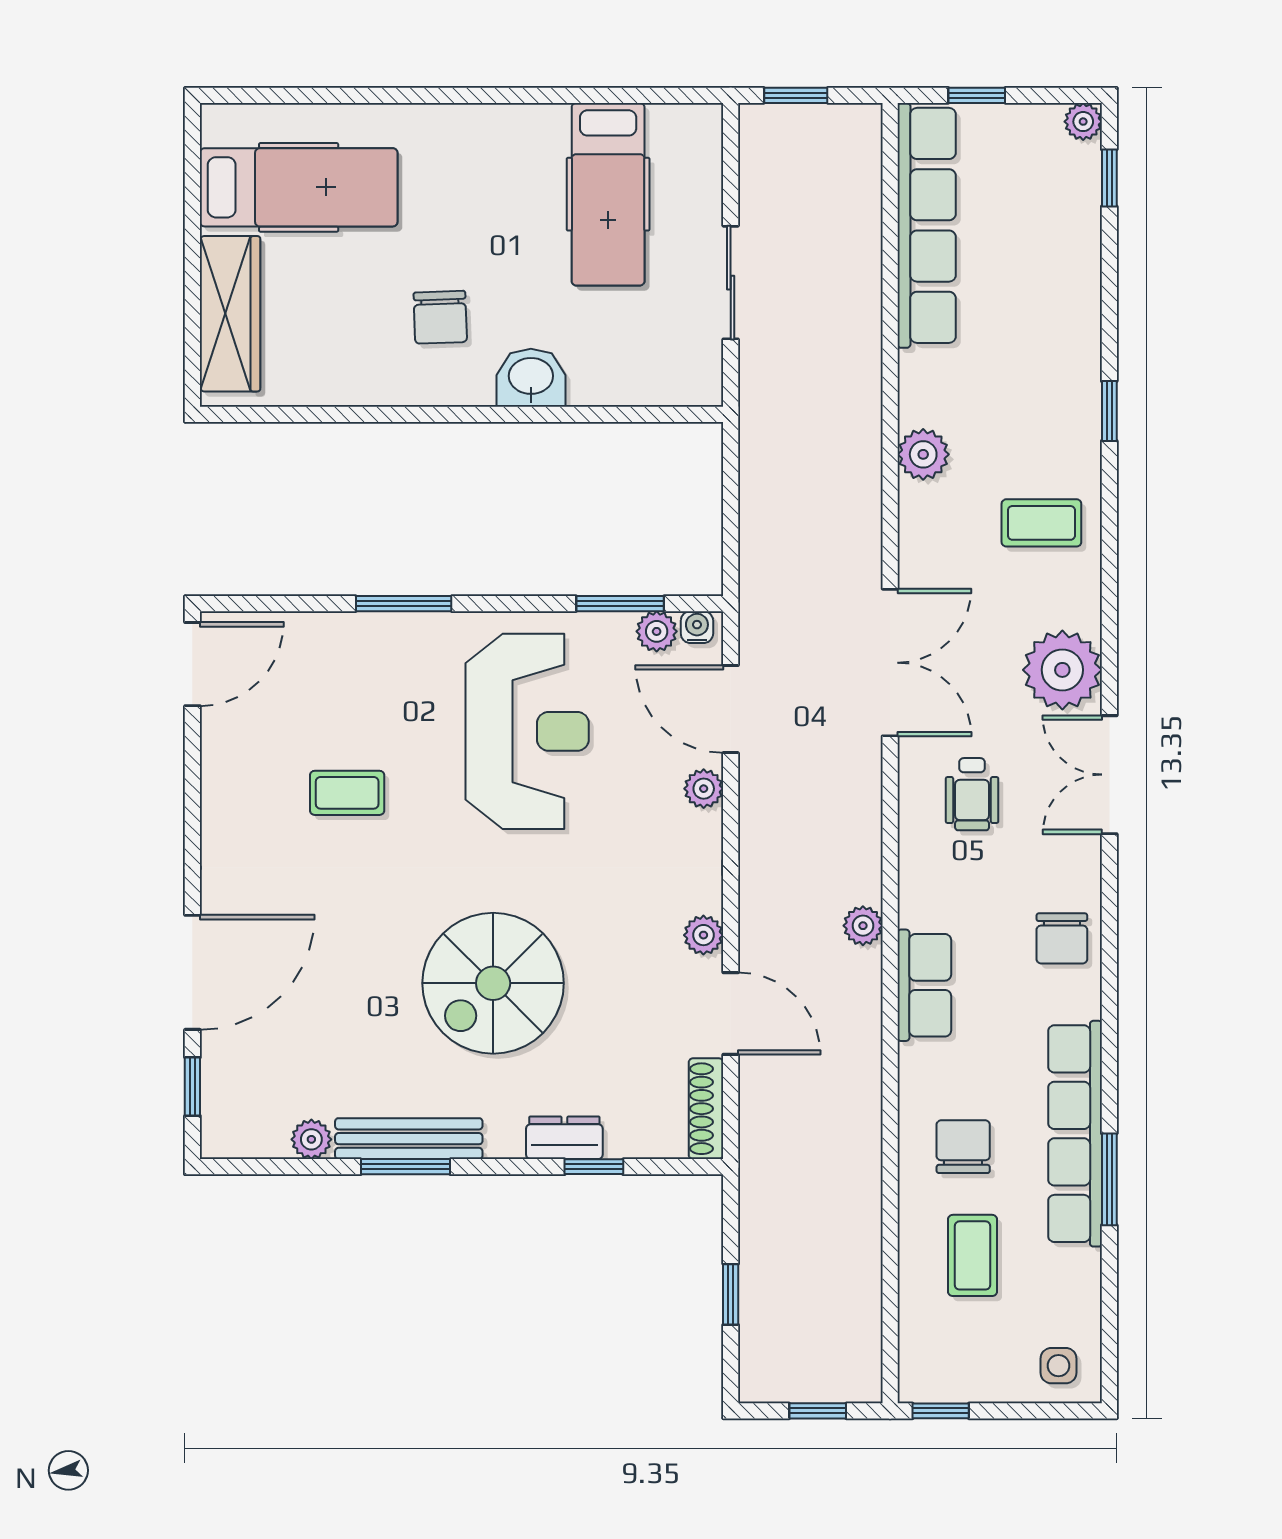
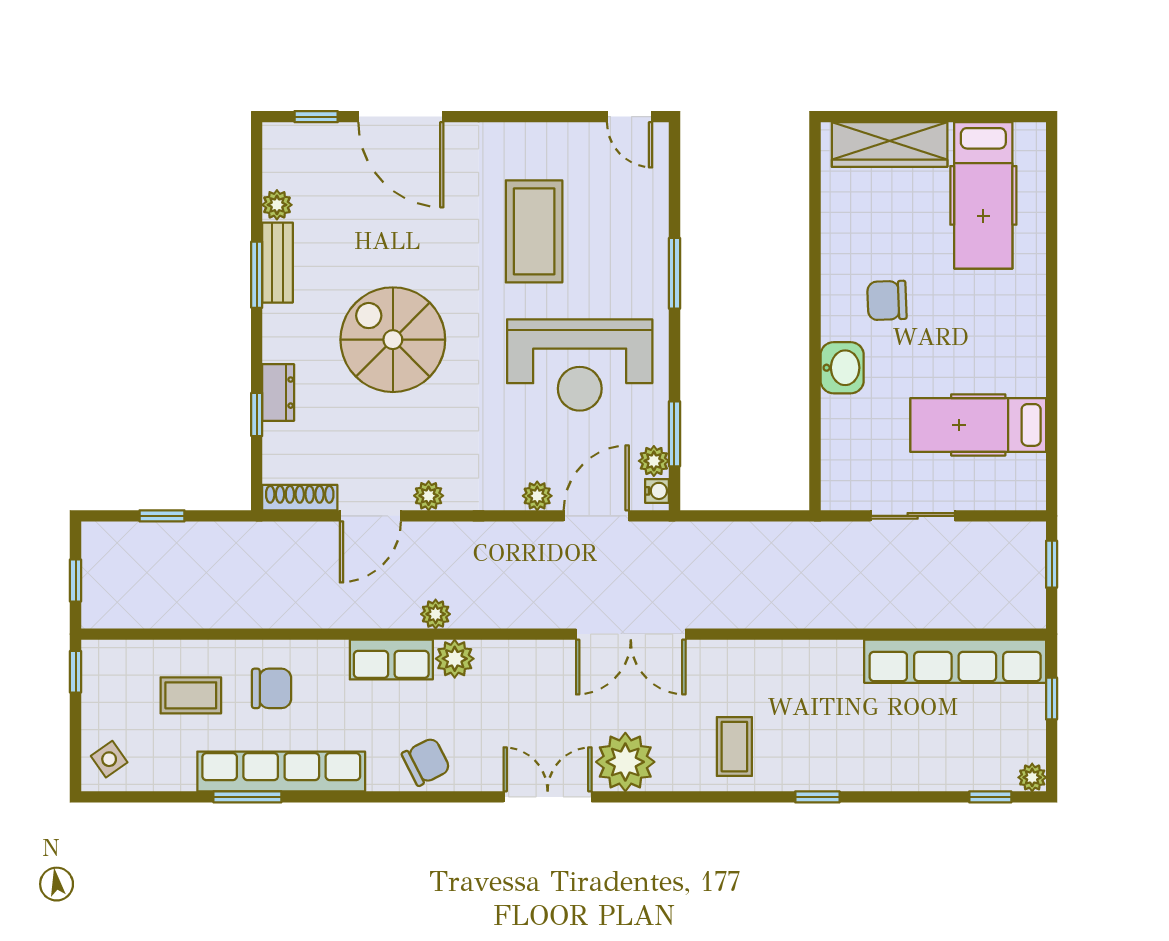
plant: (923, 454) -> (455, 659), moved
door: (192, 664) -> (630, 117), width x0.73
coffee table: (347, 793) -> (534, 231), width x1.86, depth x1.72
wheelchair: (972, 794) -> (533, 695), removed
chair: (1062, 938) -> (426, 762), turned 153
bench: (409, 1139) -> (278, 263), width x0.73
side table: (1059, 1366) -> (109, 759), turned -35

